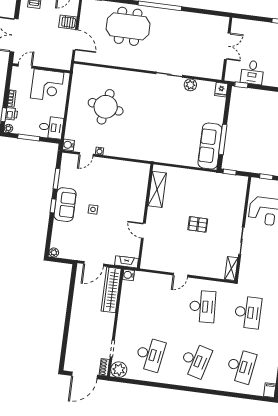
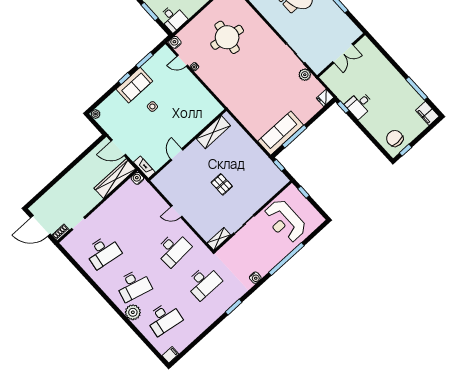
double door: (227, 46) -> (343, 53), moved
wall: (227, 49) -> (341, 55), moved
plant: (119, 370) -> (133, 312), moved

